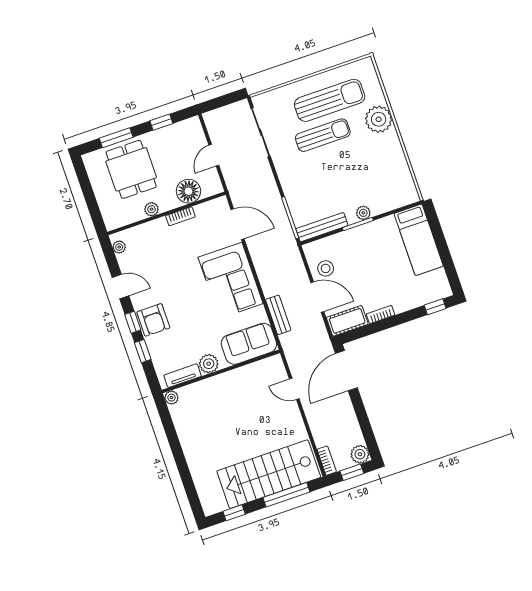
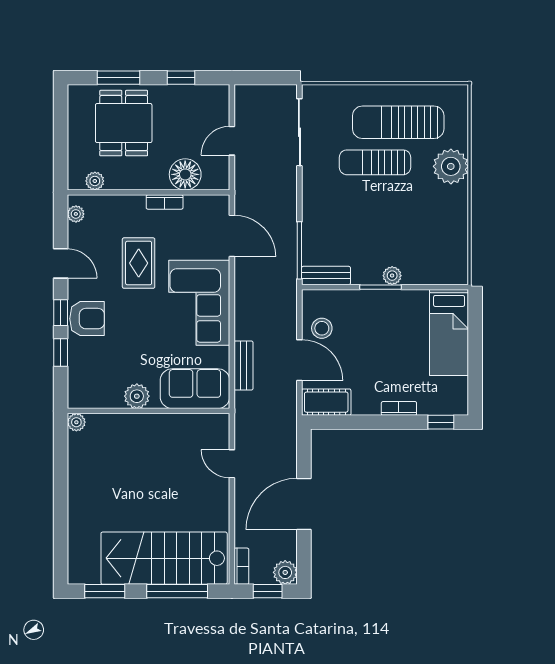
sun lounger: (330, 100) -> (398, 122), turned 180
sun lounger: (323, 135) -> (375, 162), turned 180
plant: (152, 209) -> (95, 181), moved
bench: (322, 227) -> (326, 276), width x0.73
rug: (177, 267) -> (139, 263), added
bookcase: (381, 314) -> (399, 408), moved
armchair: (153, 320) -> (87, 319), turned -90
door: (346, 371) -> (304, 504), moved
tv unit: (183, 376) -> (99, 400), removed
window: (234, 513) -> (105, 591), width x1.50

